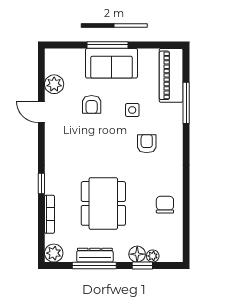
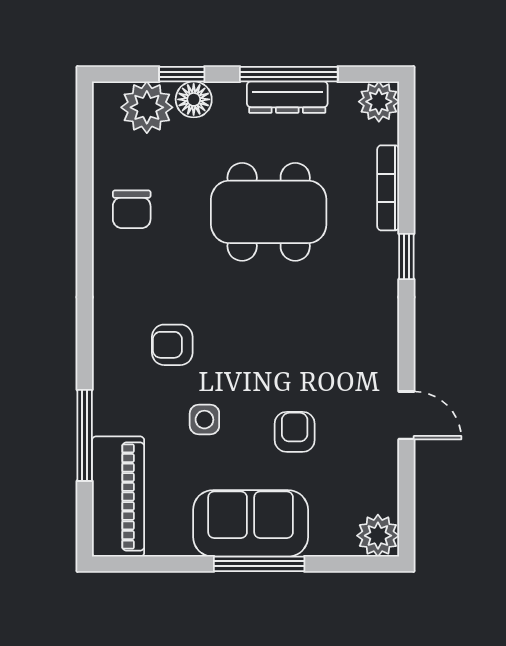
plant: (54, 84) -> (378, 536), moved
armchair: (147, 144) -> (172, 345), turned 90
dining table: (103, 203) -> (269, 212), turned 90
plant: (153, 256) -> (147, 107), width x1.88, depth x1.88

